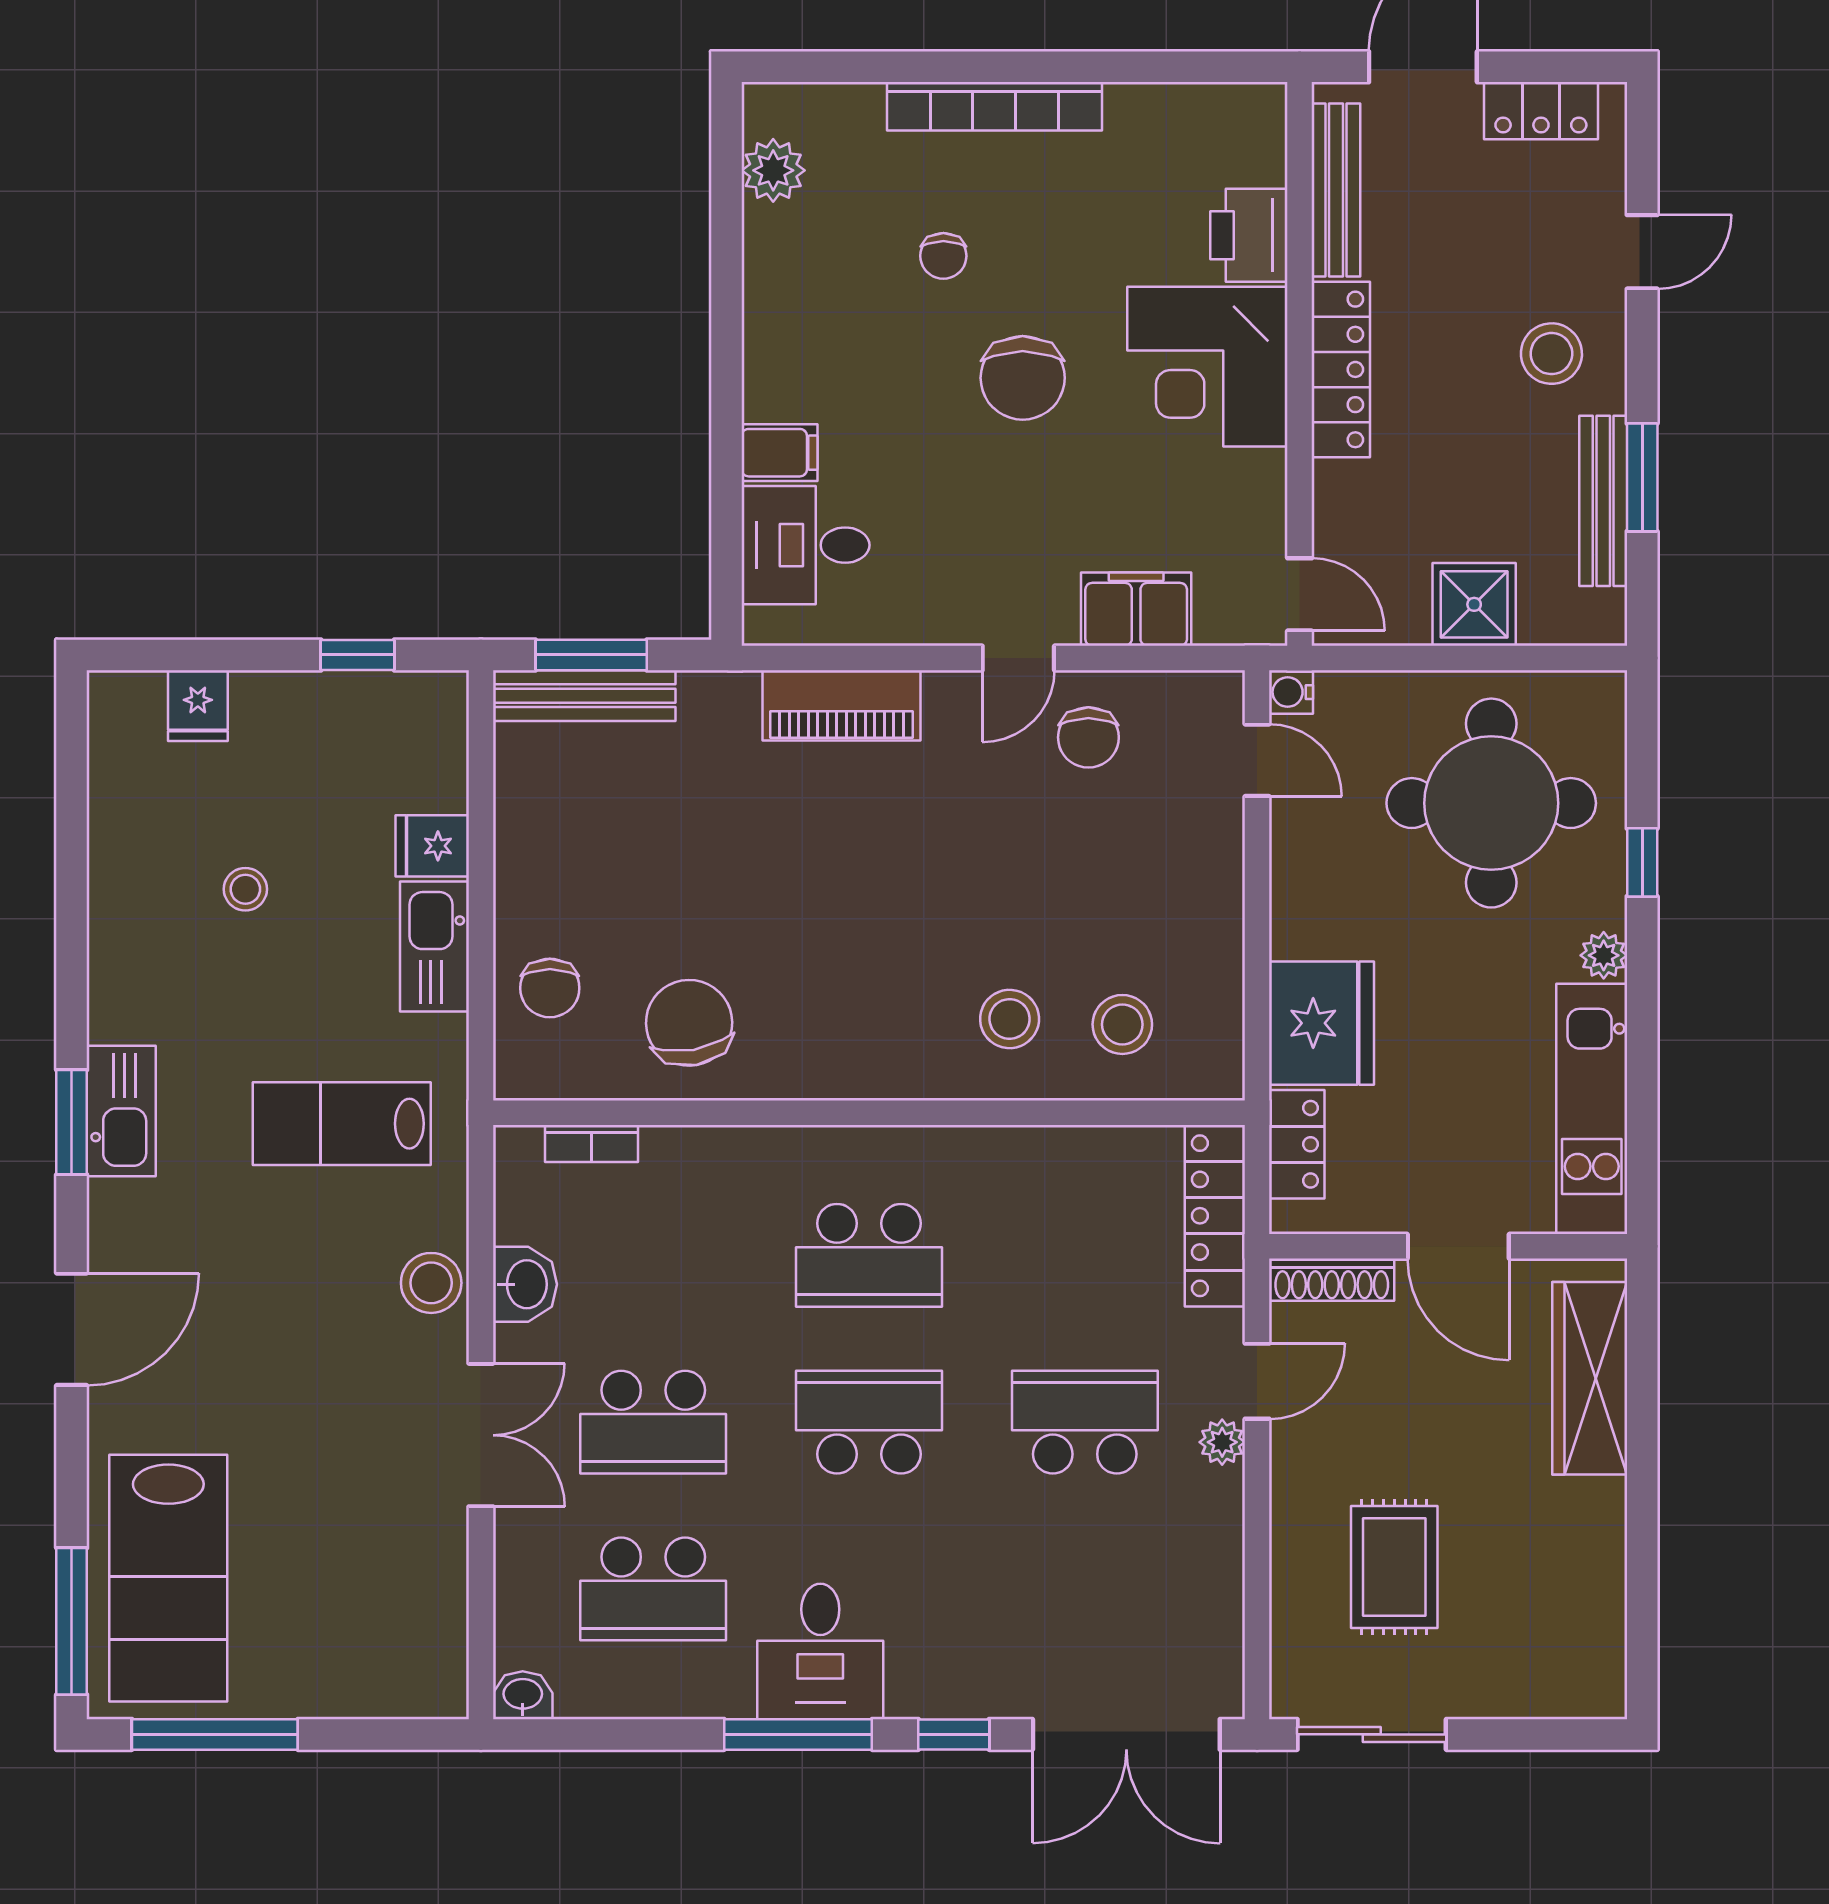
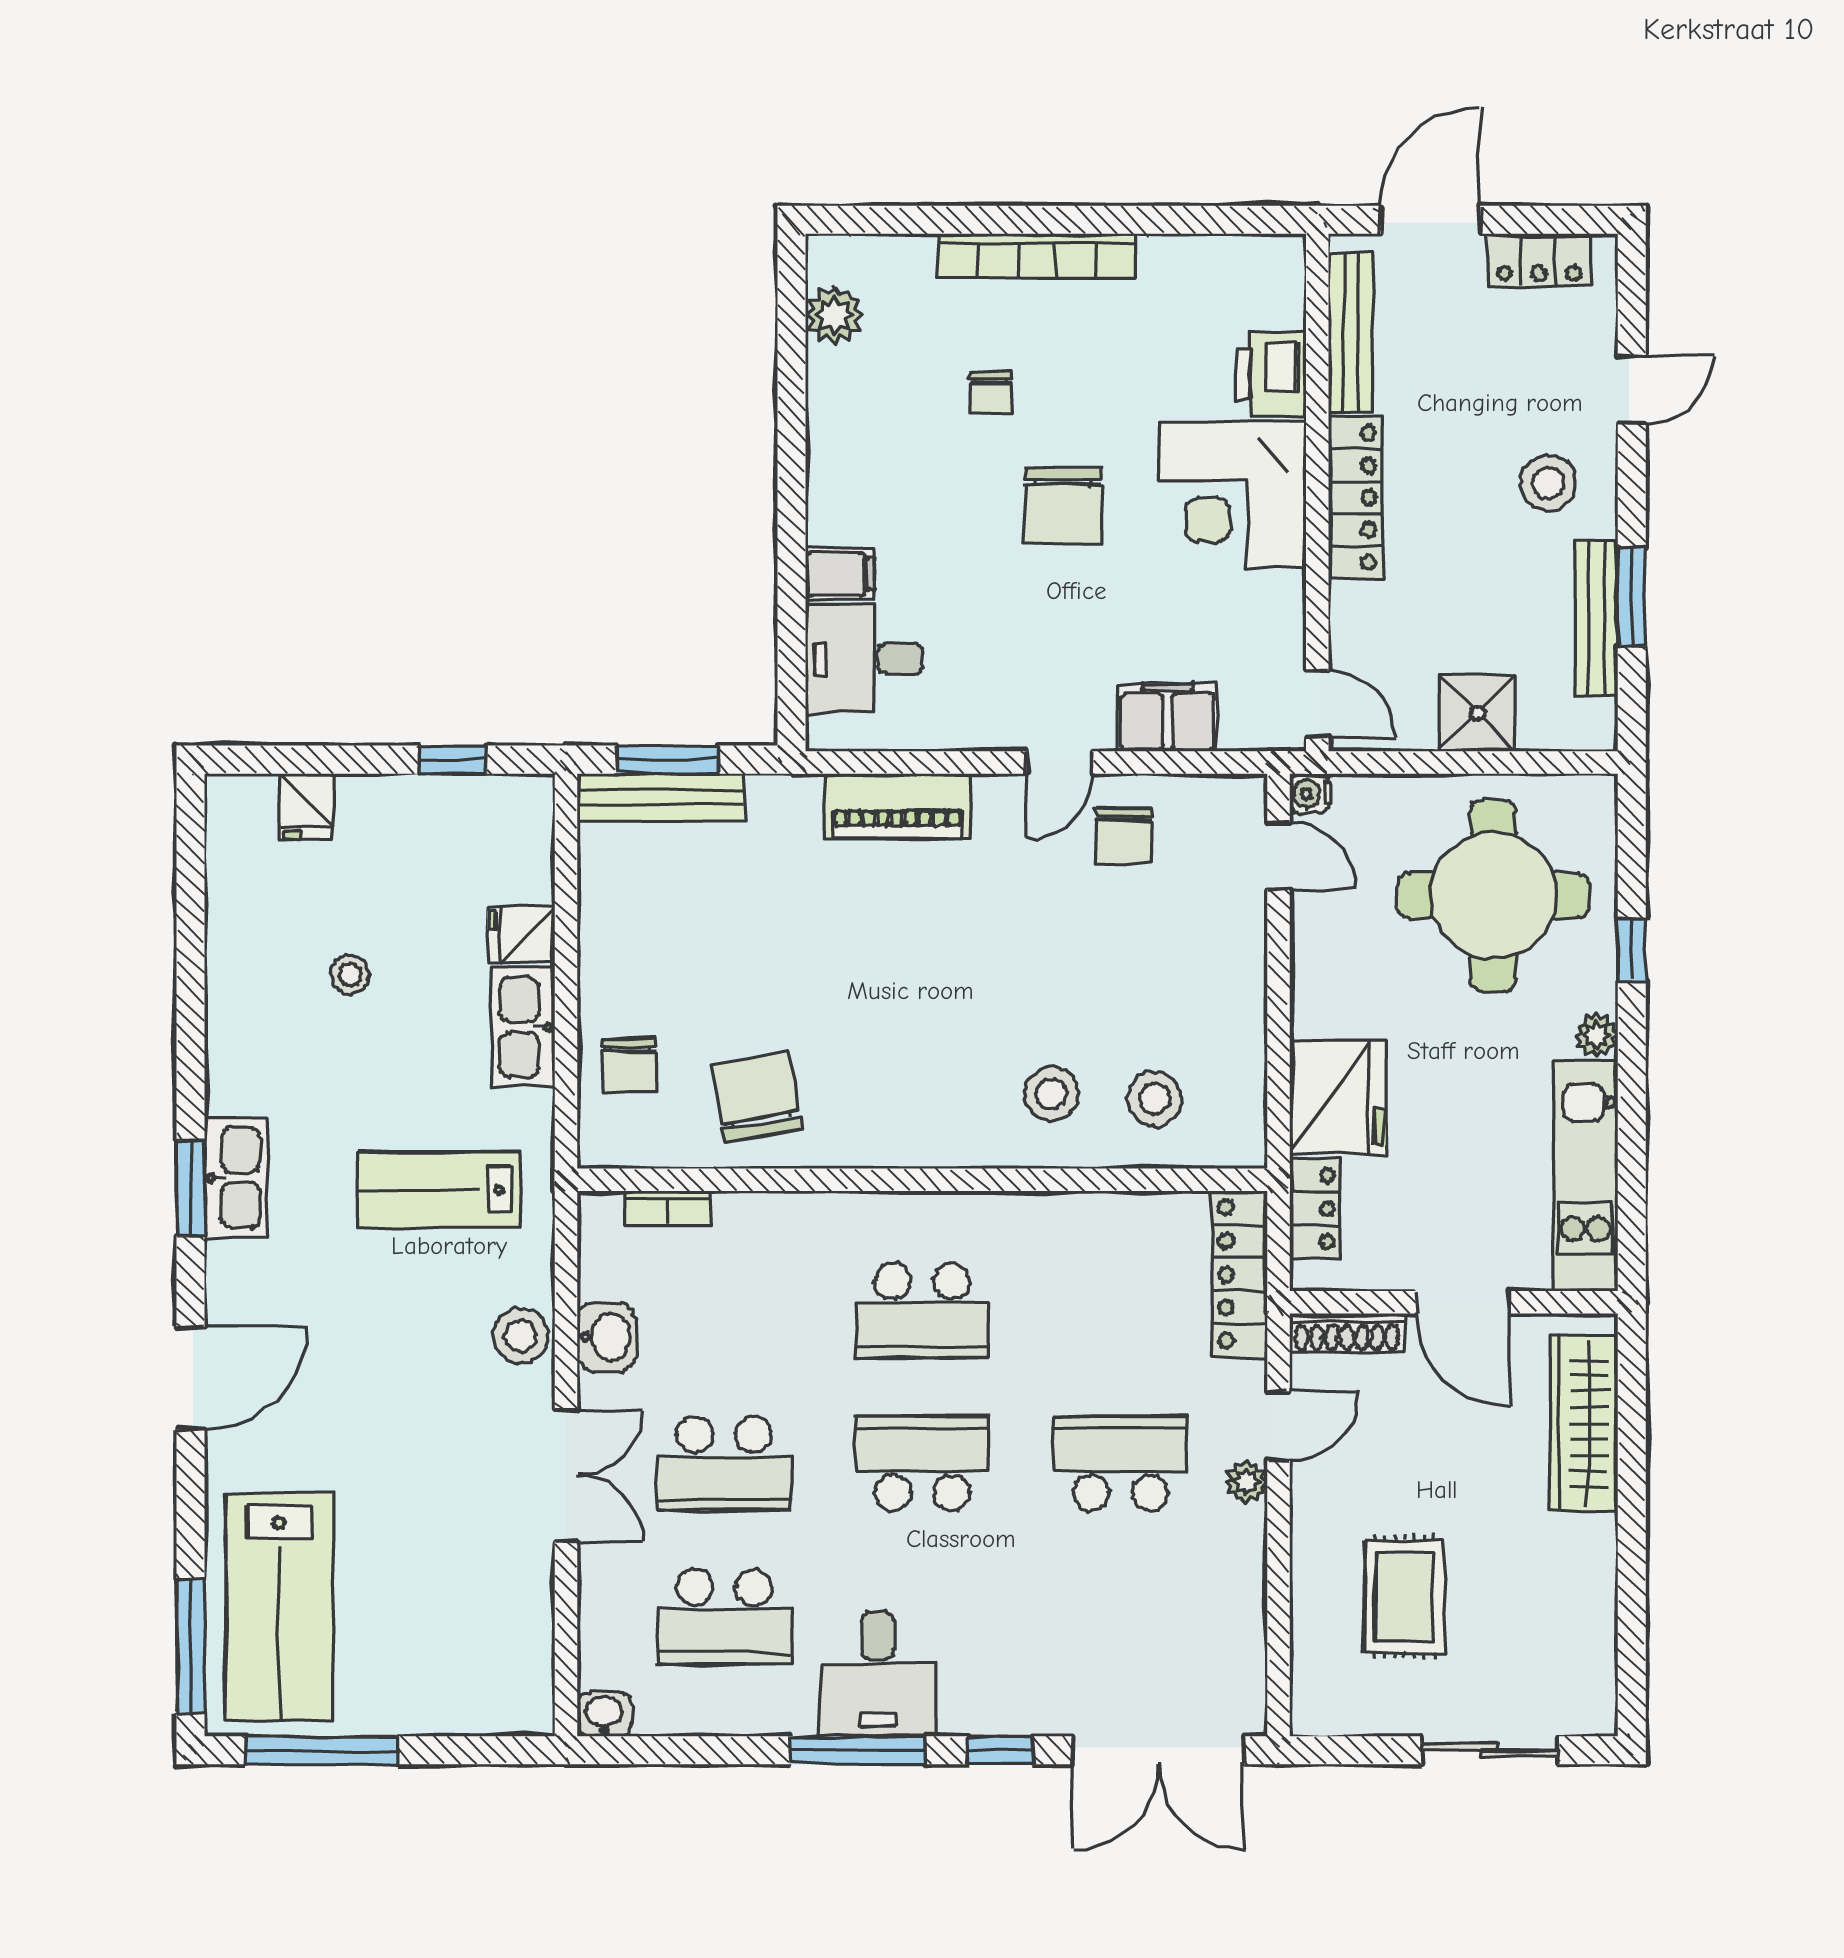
sliding door: (1372, 1734) -> (1490, 1750), moved

